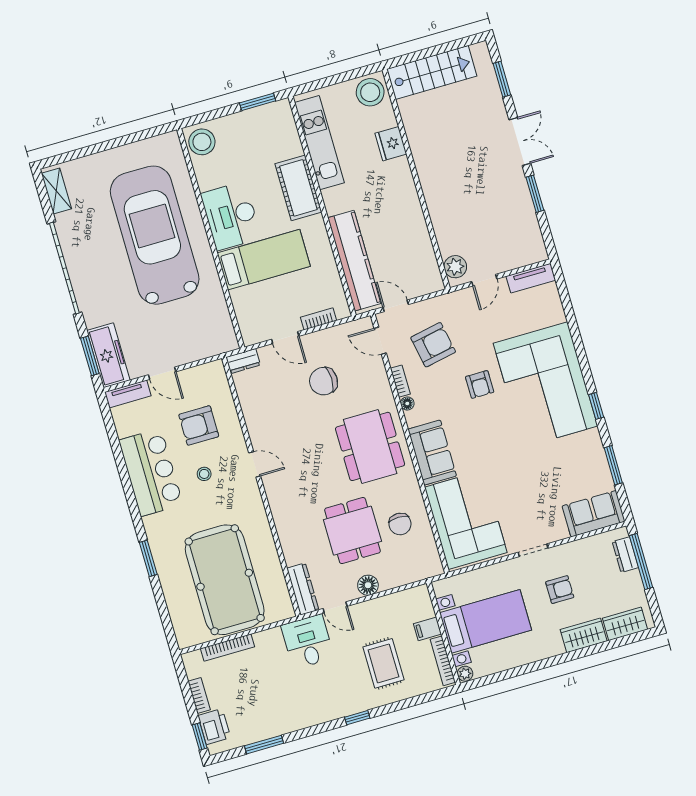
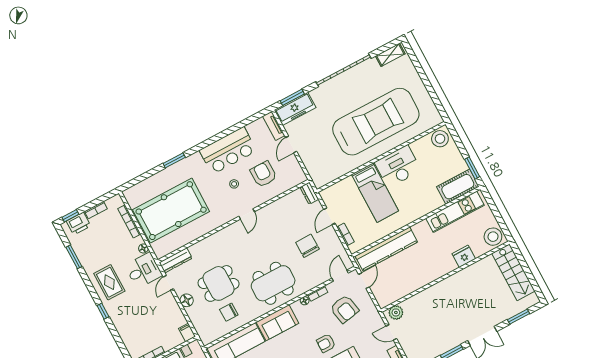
cot: (298, 188) -> (458, 187), moved
filing cabinet: (427, 629) -> (187, 333), moved
floor lamp: (274, 635) -> (143, 248), added
rug: (383, 663) -> (109, 282), moved, turned 90

